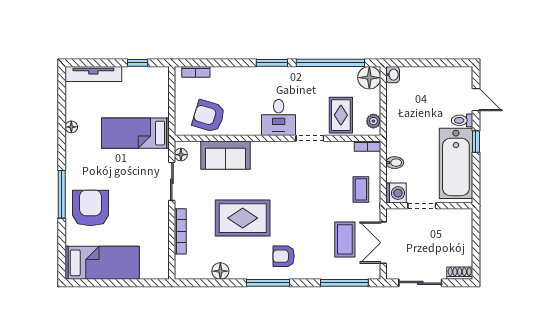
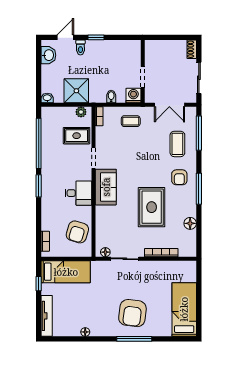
washbasin: (451, 76) -> (48, 55), added
floor lamp: (369, 78) -> (49, 115), removed
shower: (403, 115) -> (76, 91), added
desk: (279, 117) -> (78, 193), moved
bed: (135, 133) -> (66, 272), moved, turned -90
sofa: (225, 155) -> (106, 187), moved
bathtub: (456, 163) -> (112, 52), removed
armchair: (90, 208) -> (132, 313), moved, turned -83
coffee table: (345, 239) -> (177, 144), moved, turned 90

